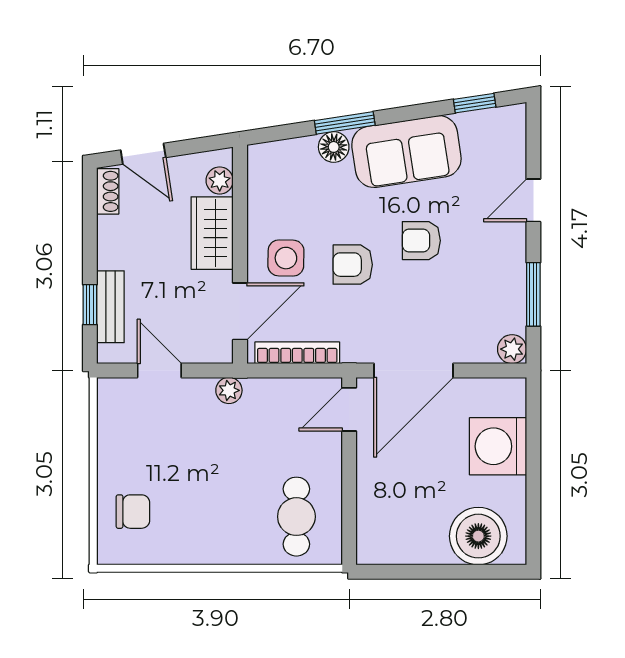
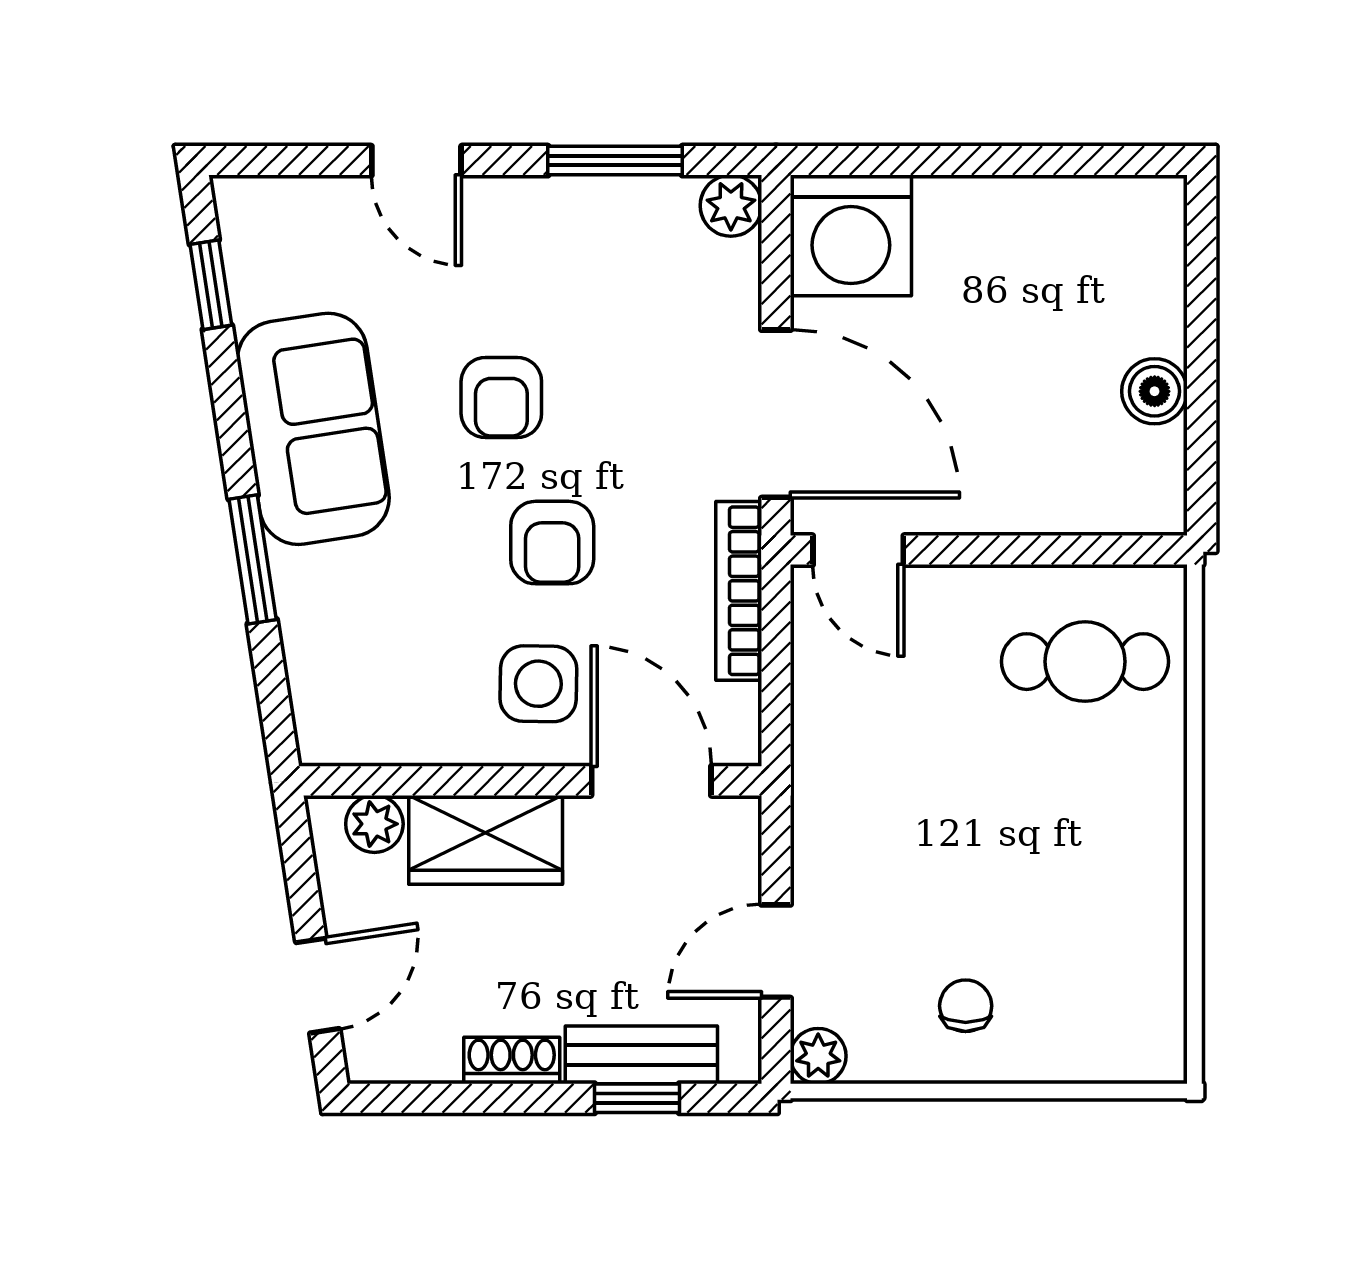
floor lamp: (334, 147) -> (304, 583), removed
shoe rack: (108, 191) -> (512, 1061), moved
bookcase: (297, 353) -> (739, 591), moved
plant: (229, 390) -> (818, 1056), moved
washing machine: (498, 446) -> (851, 235), moved
chair: (133, 512) -> (966, 1006), moved, width x0.73, depth x0.73
boiler: (478, 536) -> (1155, 391), moved, width x0.54, depth x0.54

